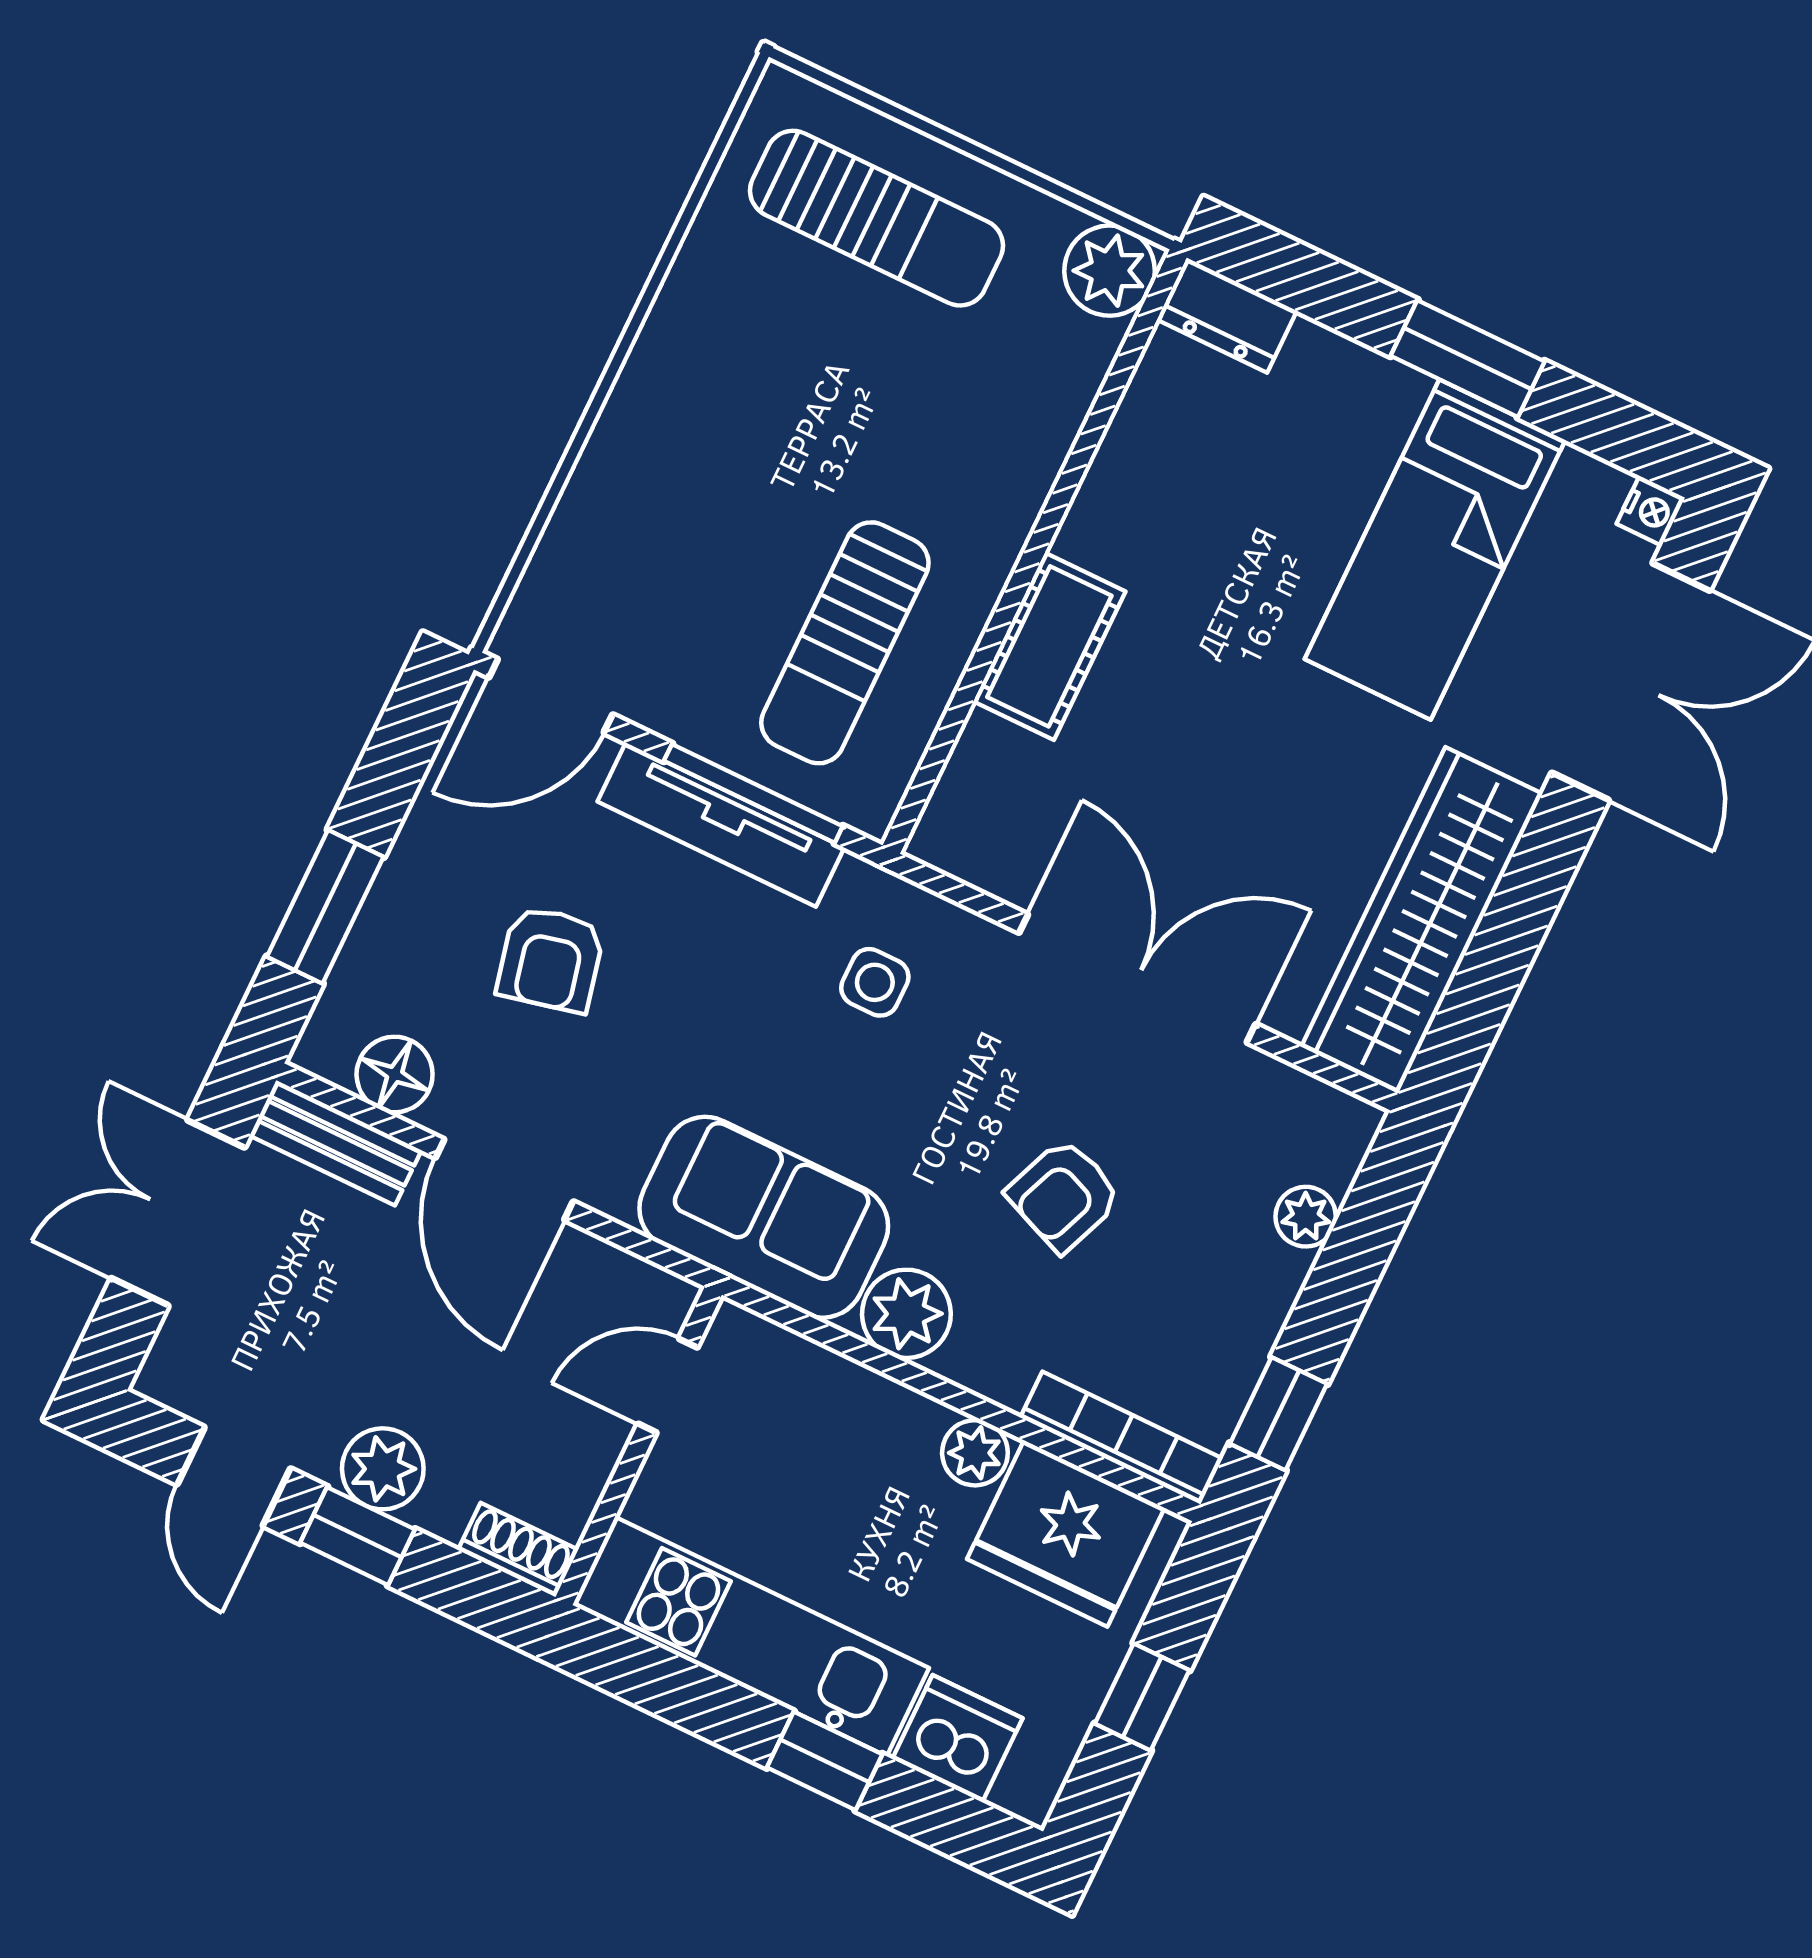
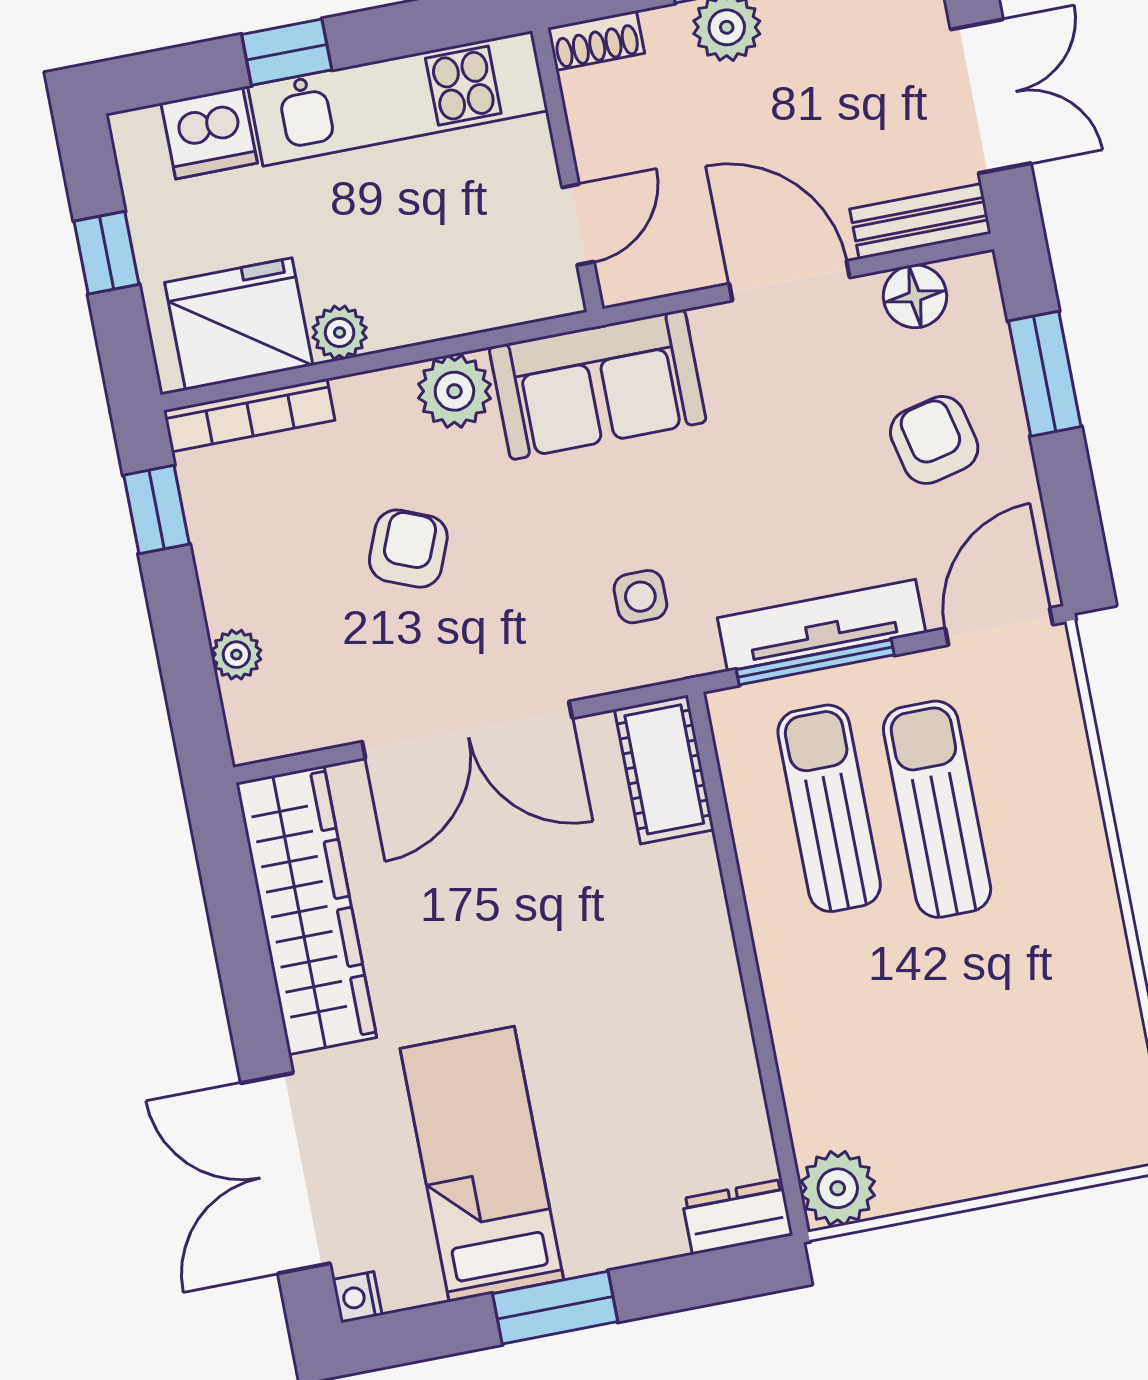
sun lounger: (877, 218) -> (937, 809), moved, turned 90
cot: (1049, 646) -> (664, 769), moved
armchair: (551, 959) -> (934, 440), moved

